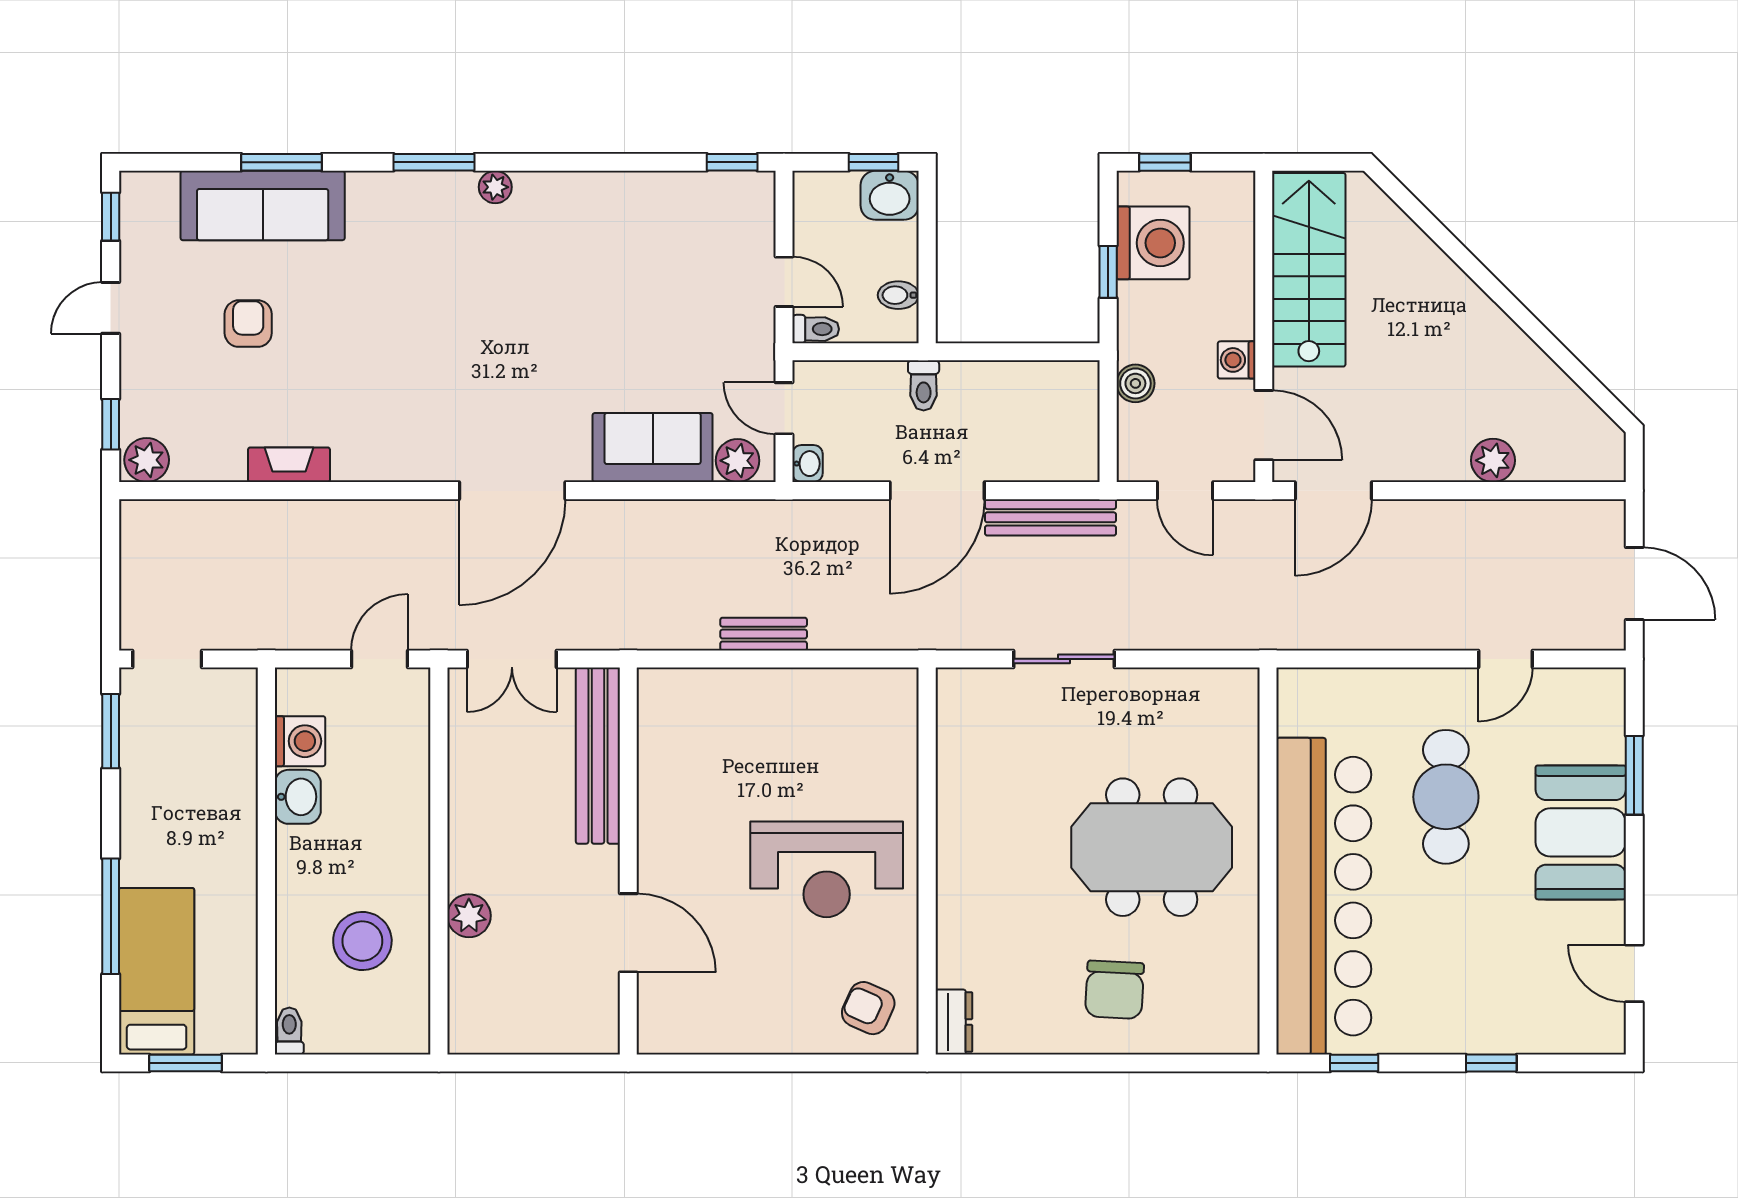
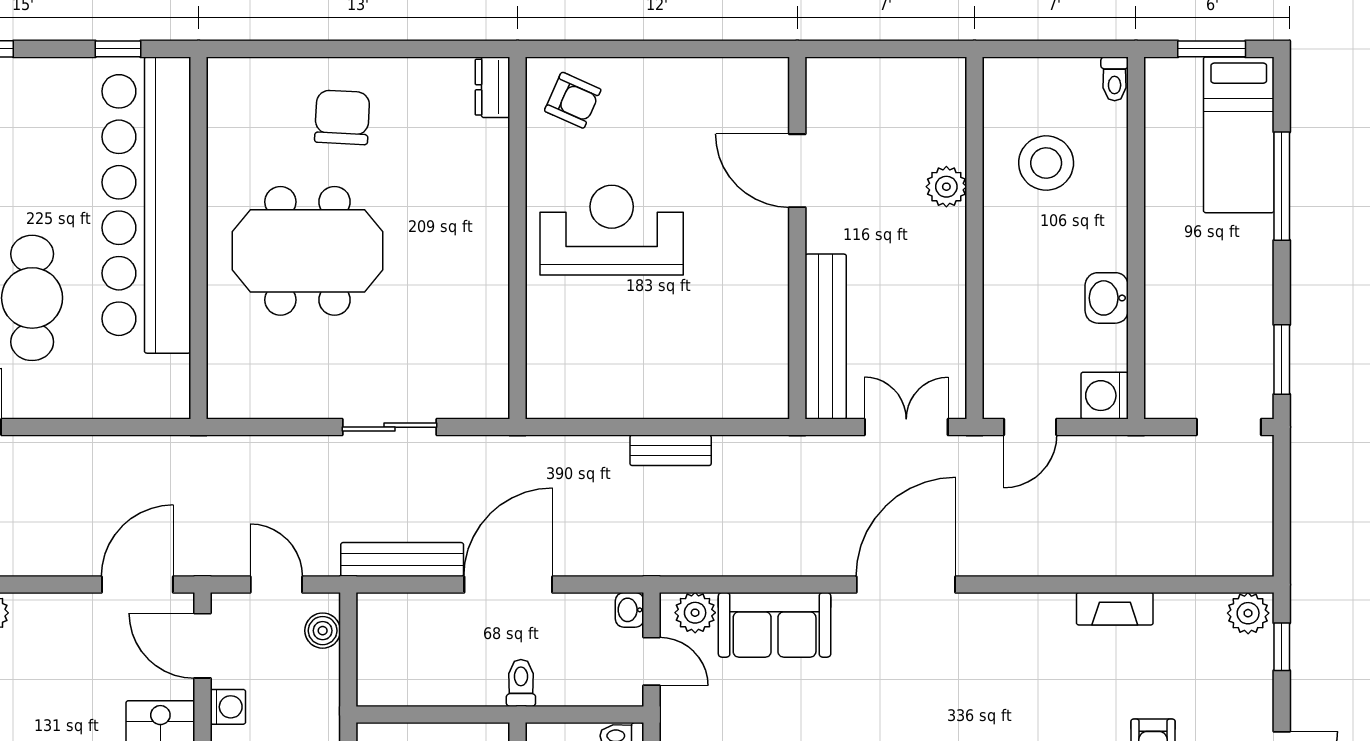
boiler: (1135, 383) -> (323, 631), moved
washing machine: (300, 741) -> (1105, 396), moved

